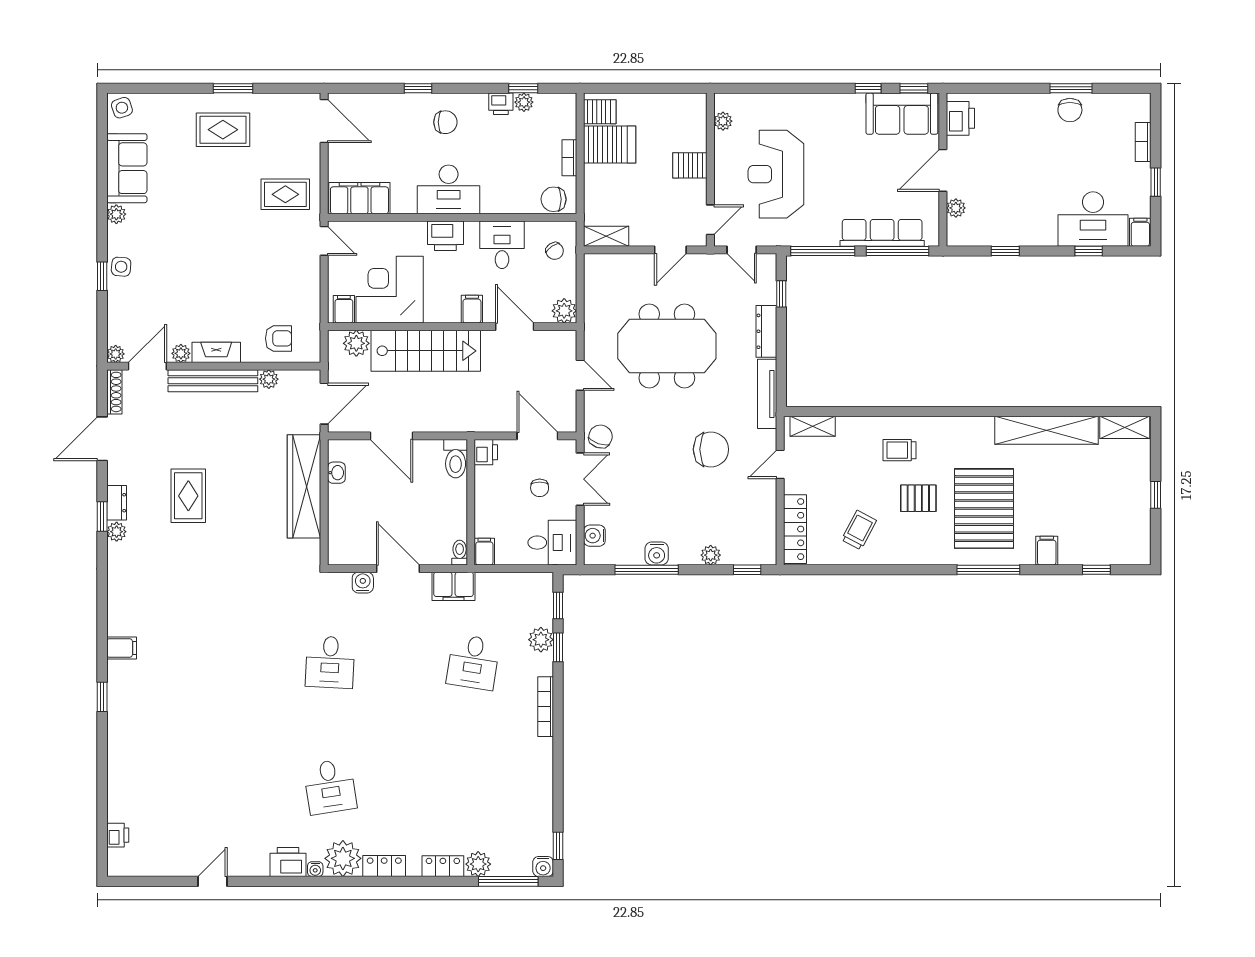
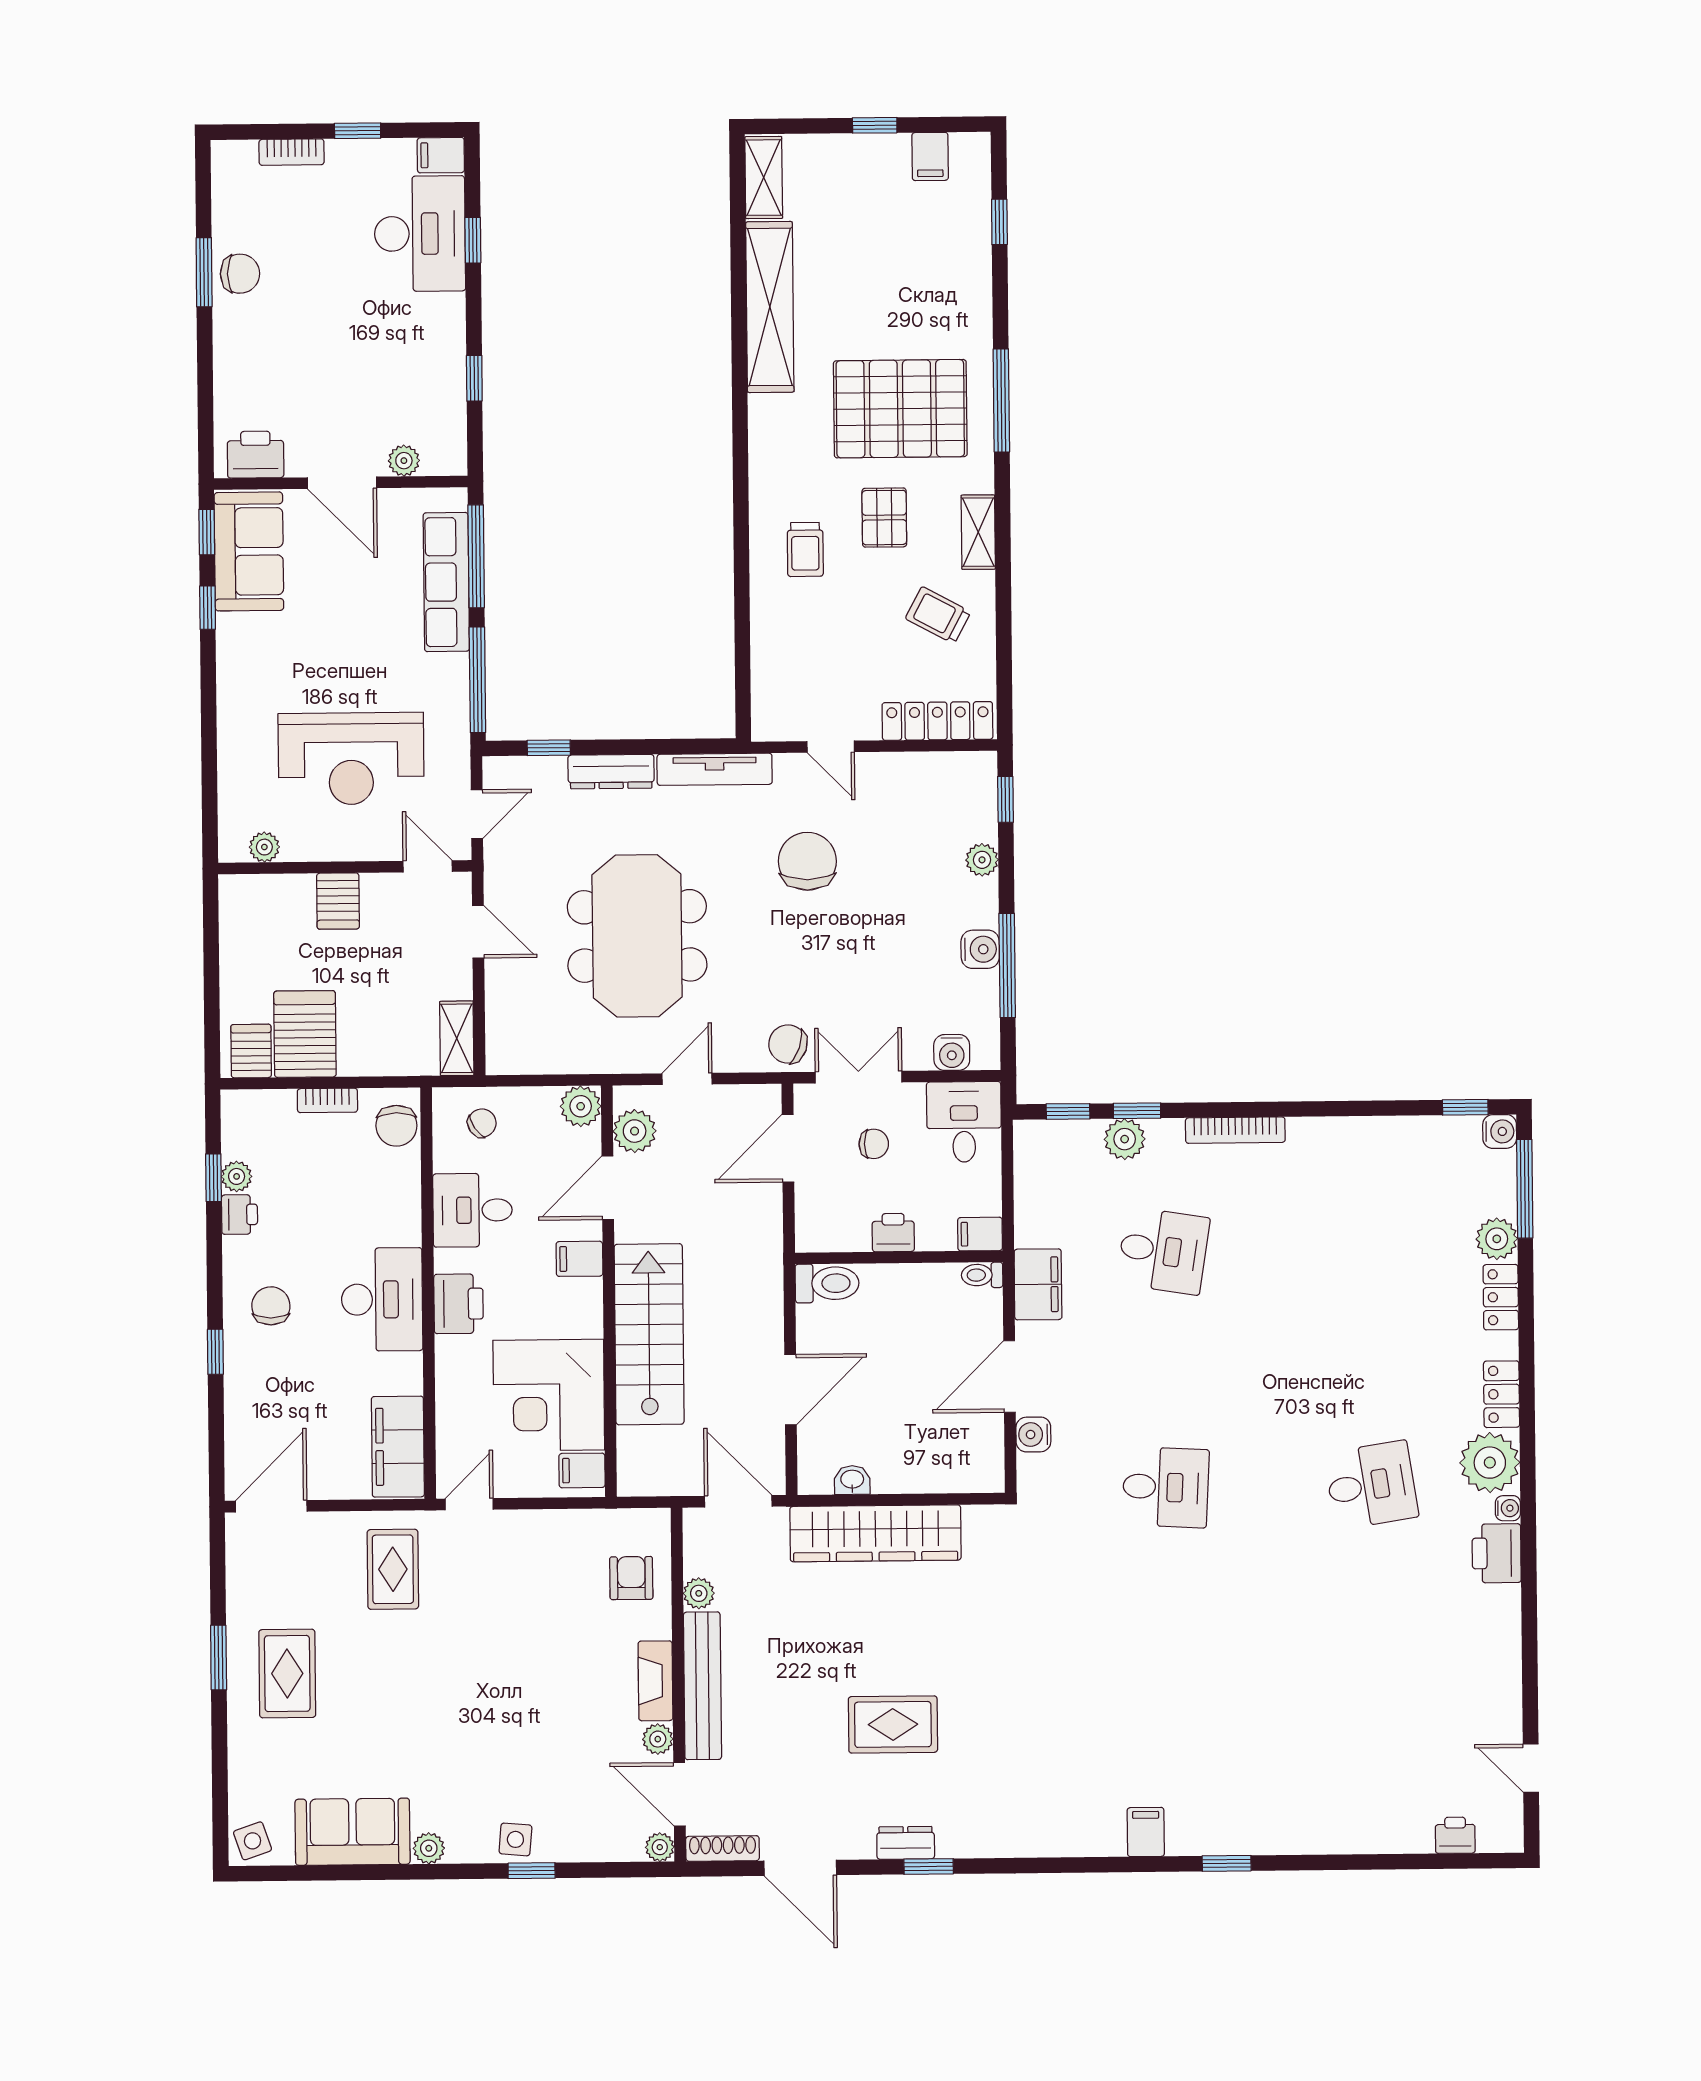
plant: (356, 343) -> (635, 1131), moved
shelving: (813, 426) -> (978, 532), moved
printer: (486, 452) -> (893, 1233), moved
plant: (117, 532) -> (954, 1842), removed
filing cabinet: (1047, 551) -> (930, 156), moved, turned -90
door: (213, 881) -> (1531, 1768), moved

